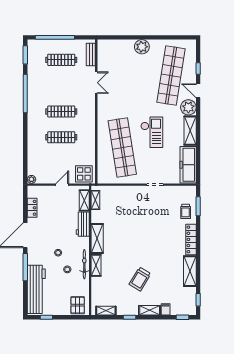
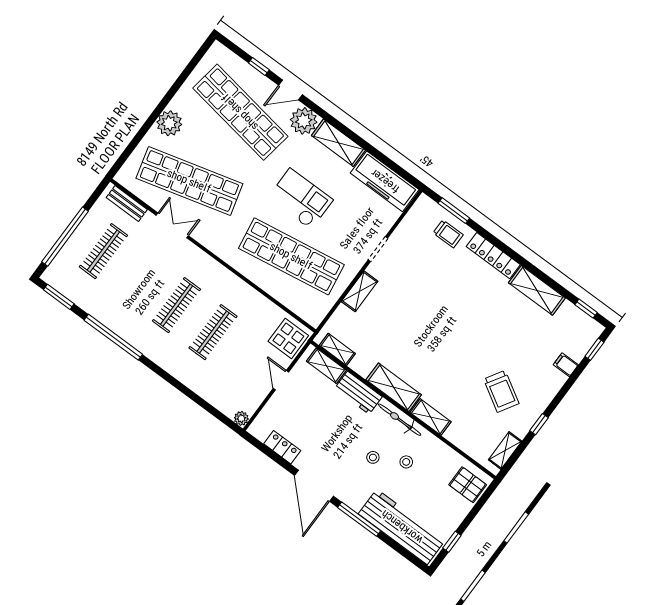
shop shelf: (122, 75) -> (189, 181), added
bicycle: (84, 264) -> (400, 420), moved
trolley: (140, 279) -> (501, 391), moved
shelving: (150, 310) -> (360, 291), moved

